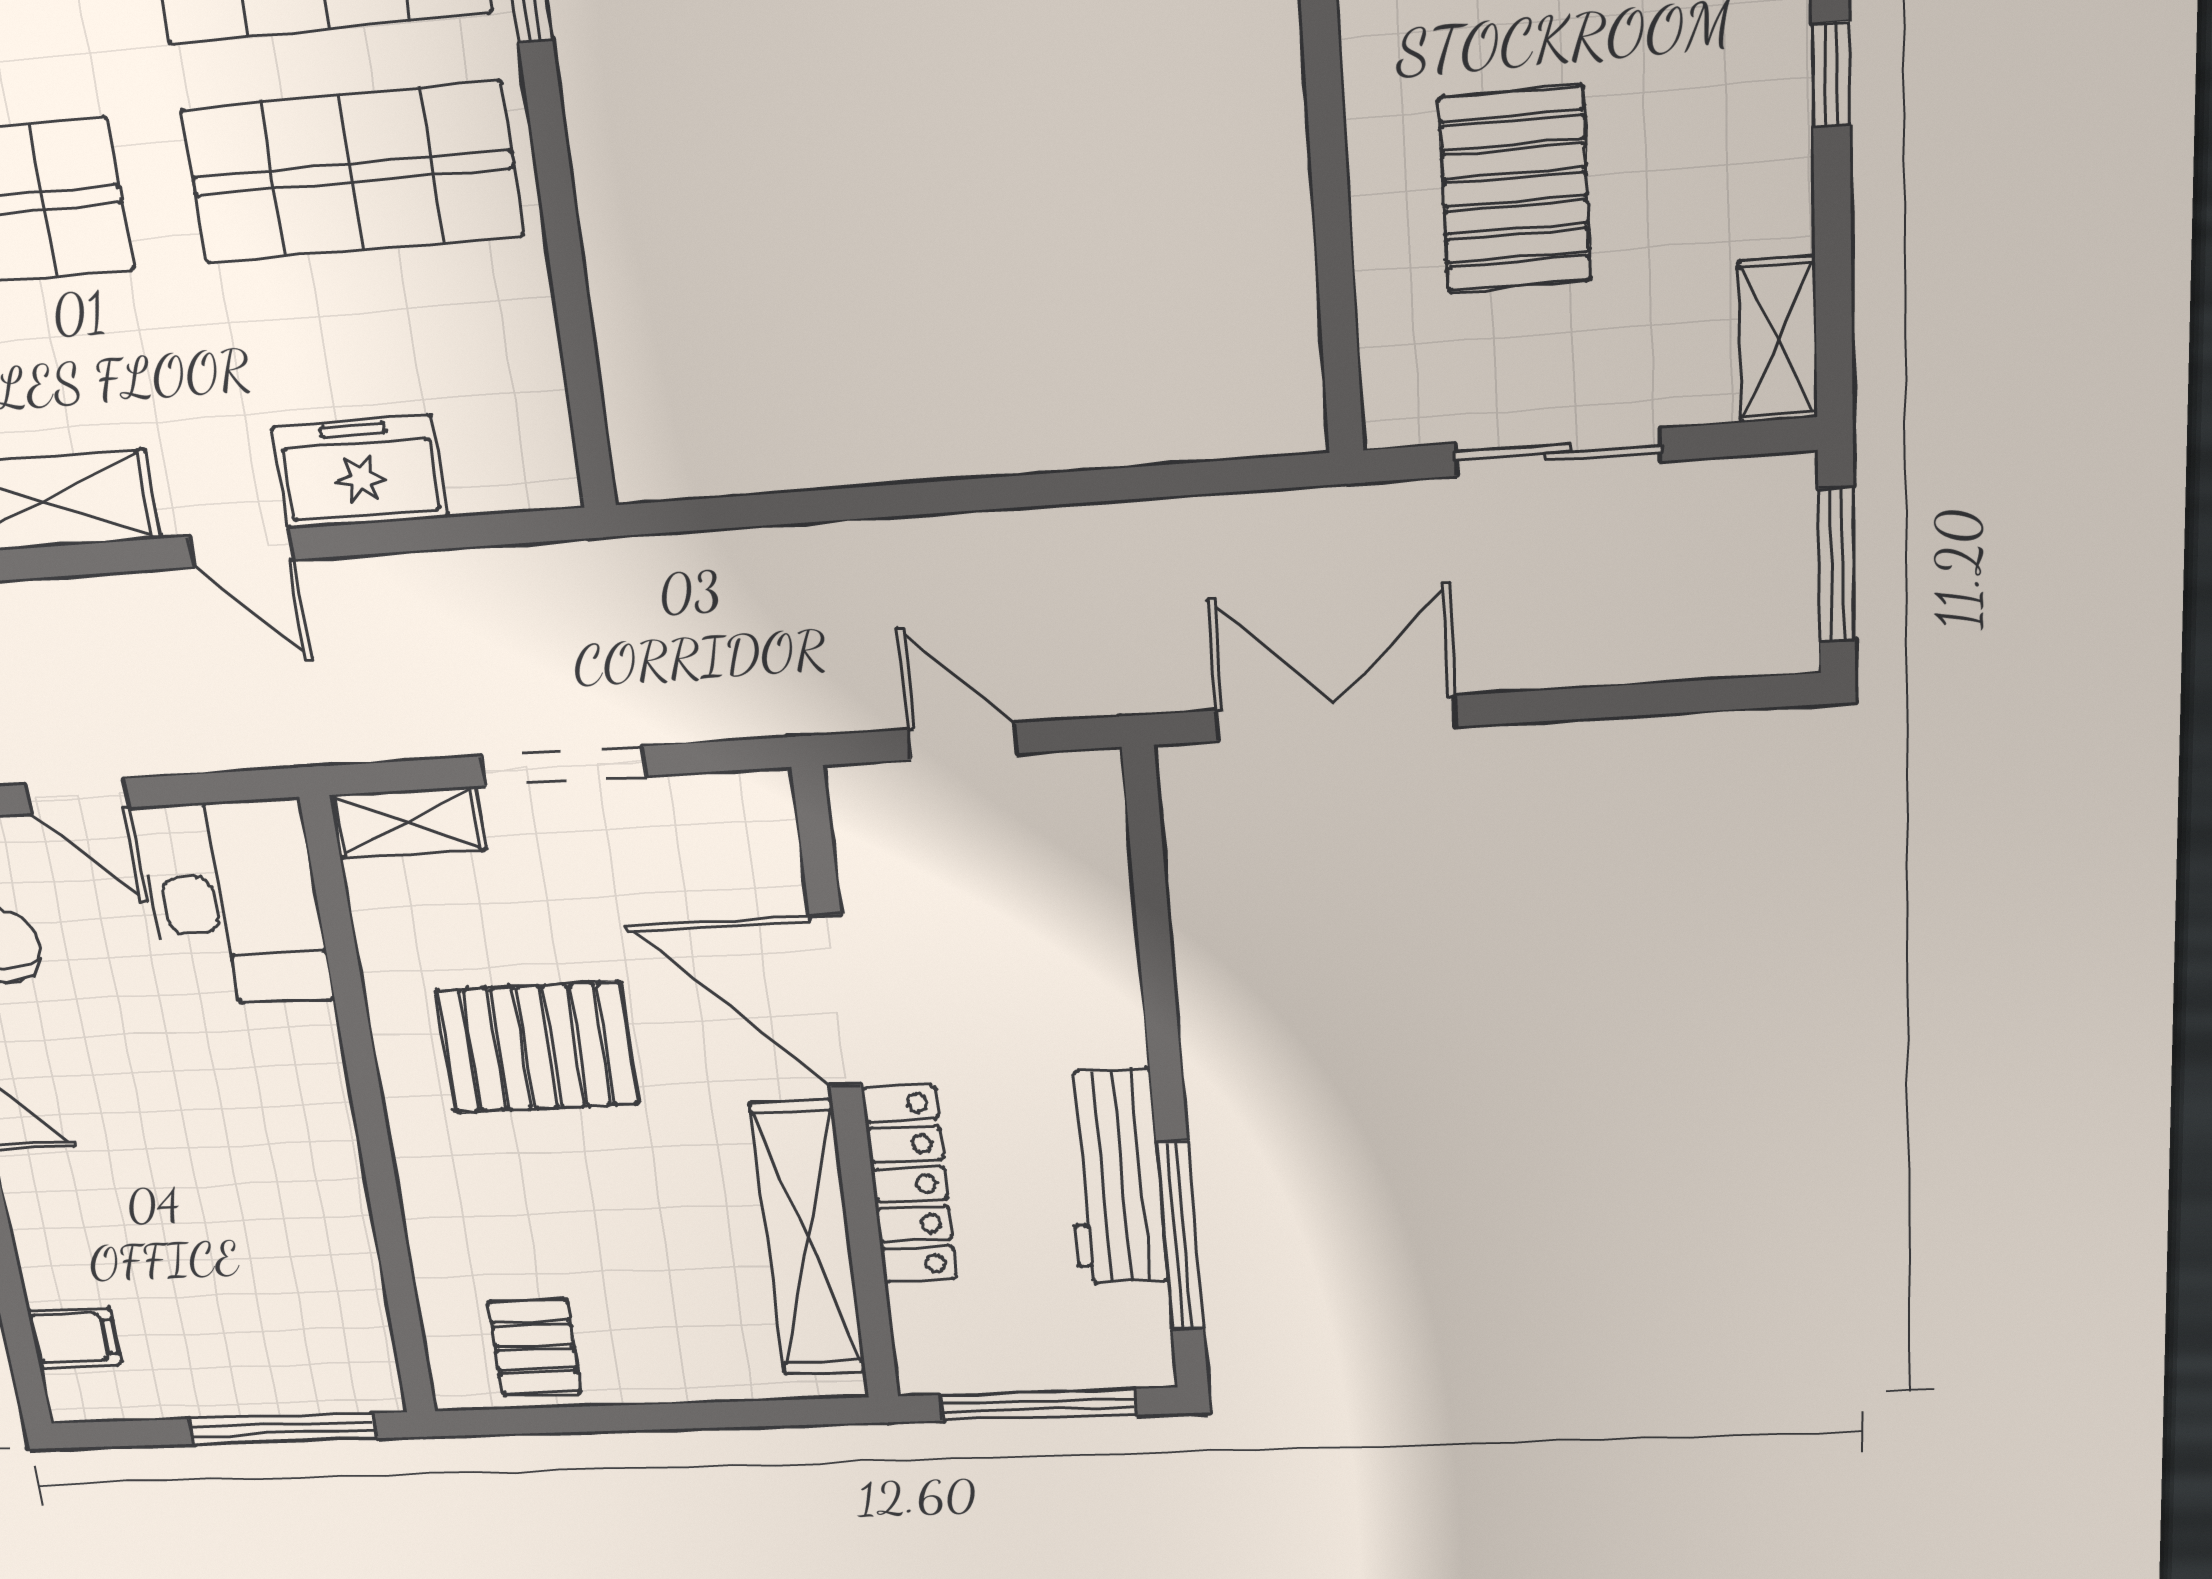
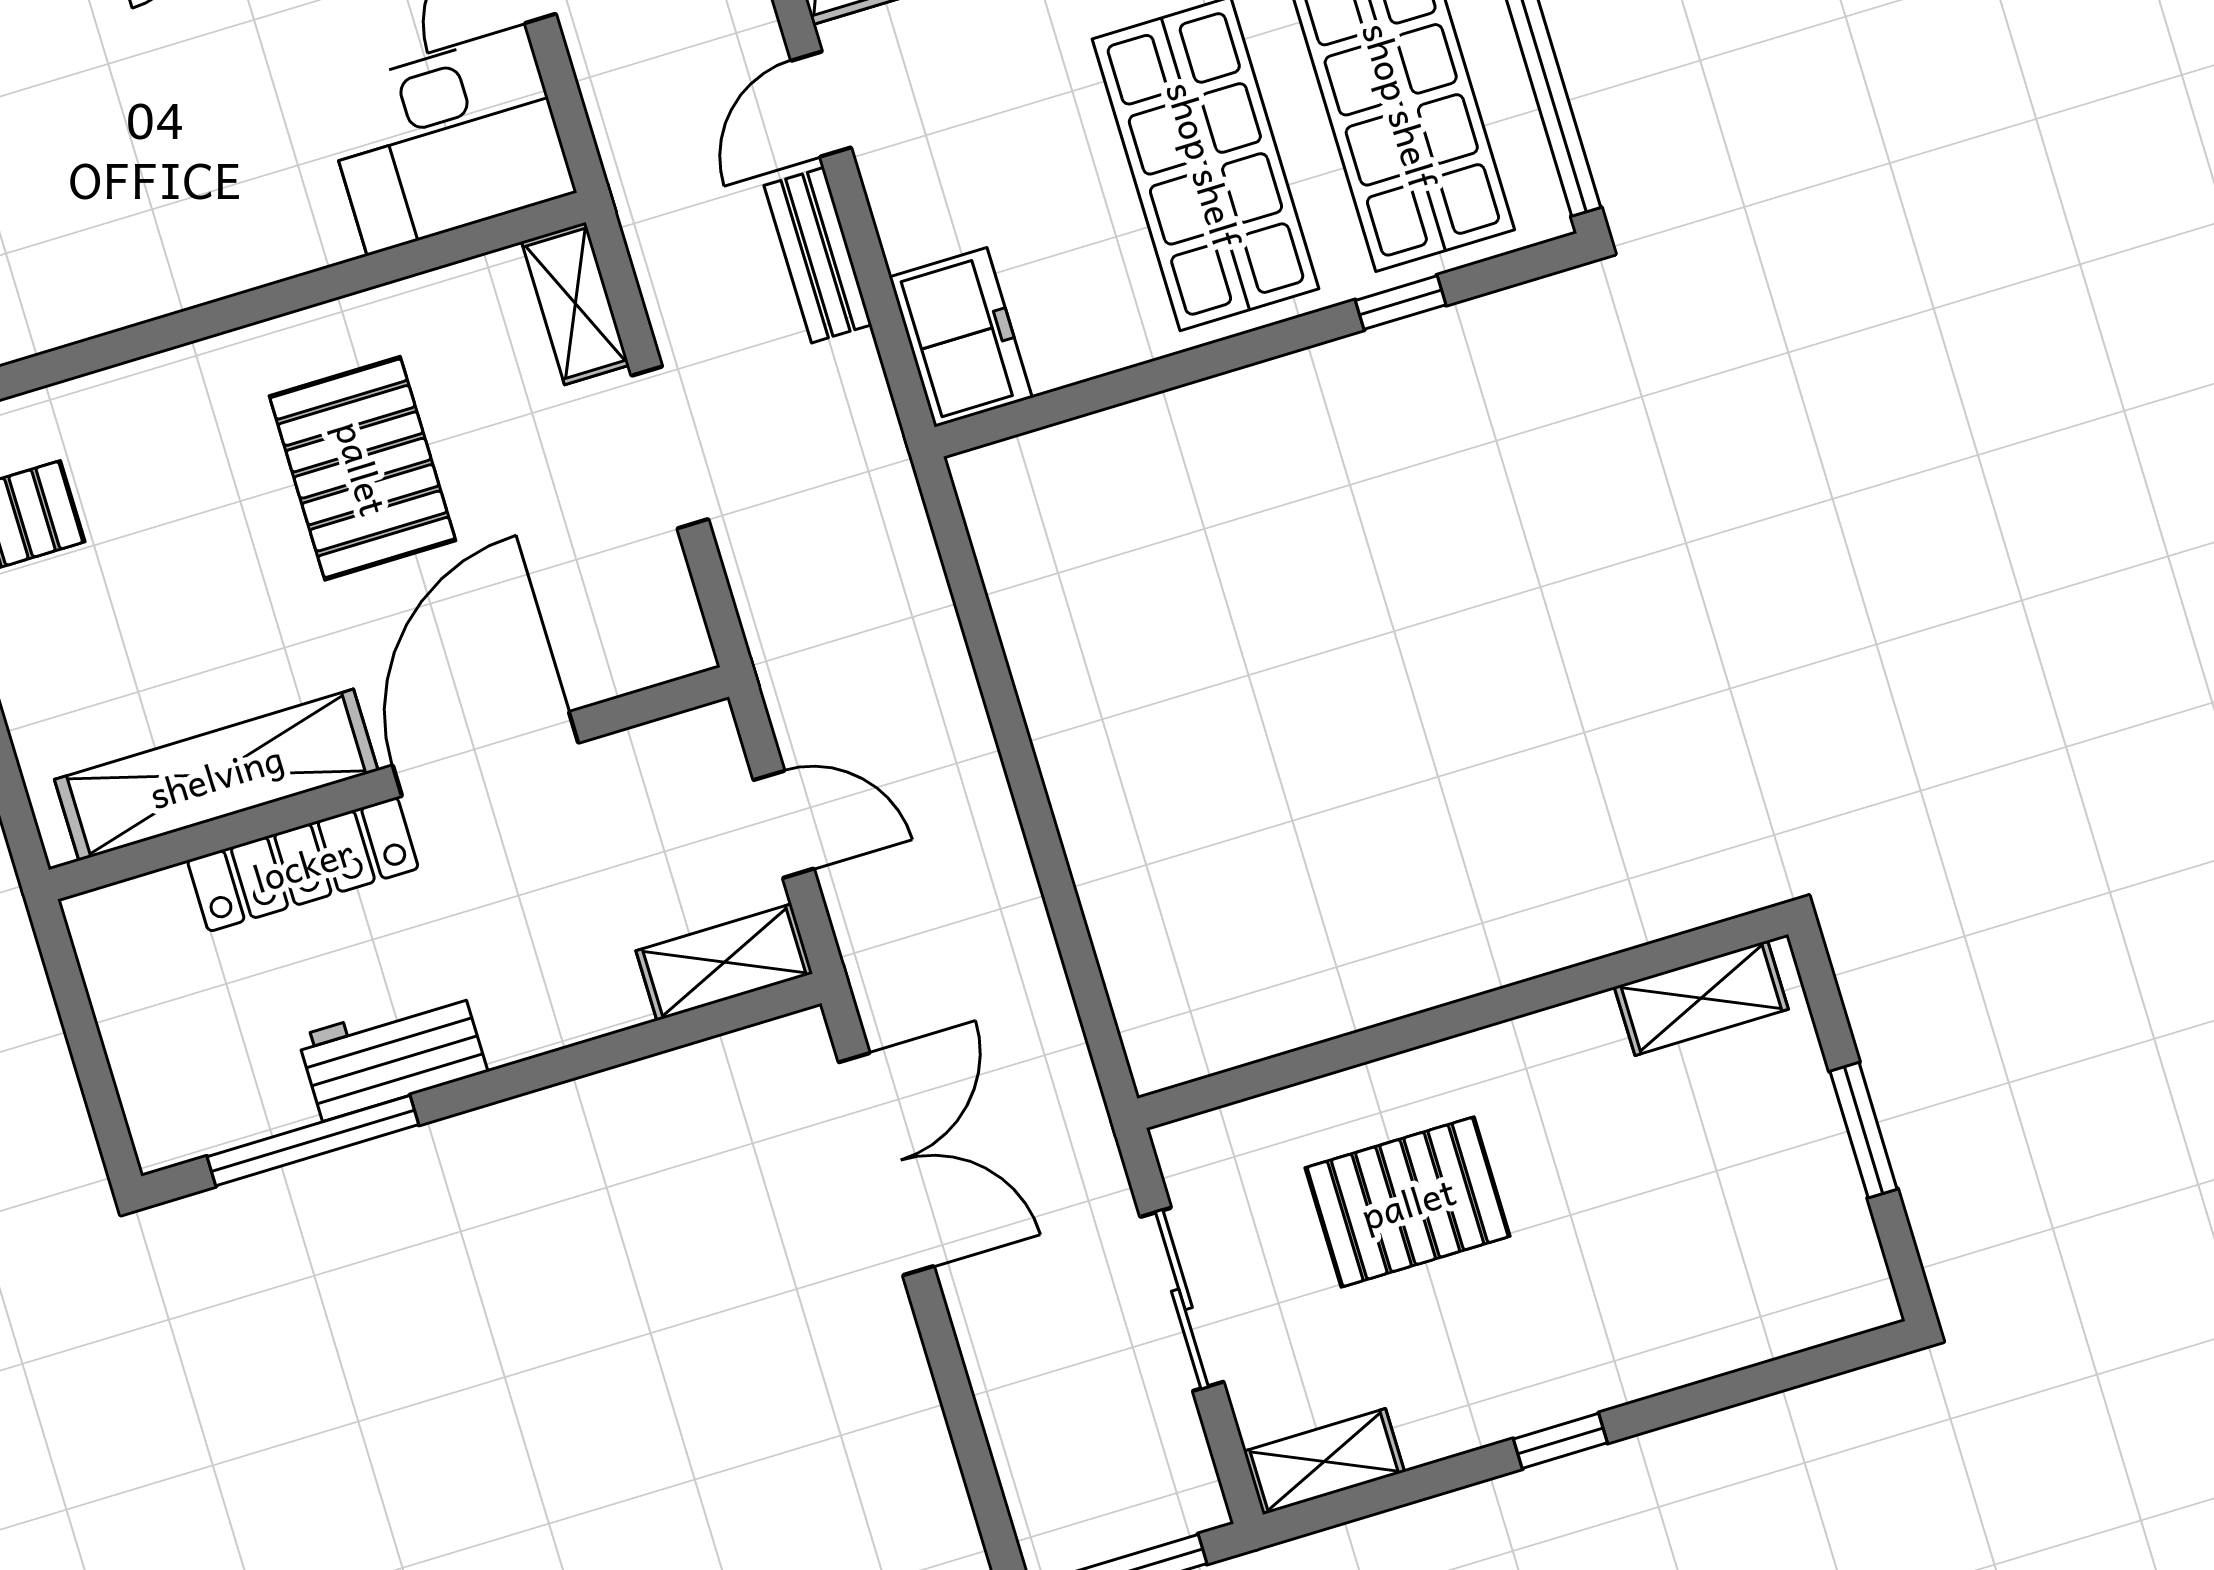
freezer: (360, 472) -> (961, 337), moved
bench: (392, 584) -> (818, 255), added
door: (963, 741) -> (784, 824), hinge flipped
shelving: (1091, 828) -> (724, 962), added
workbench: (1115, 1177) -> (393, 1054), width x0.73
window: (1038, 1405) -> (85, 1042), removed

